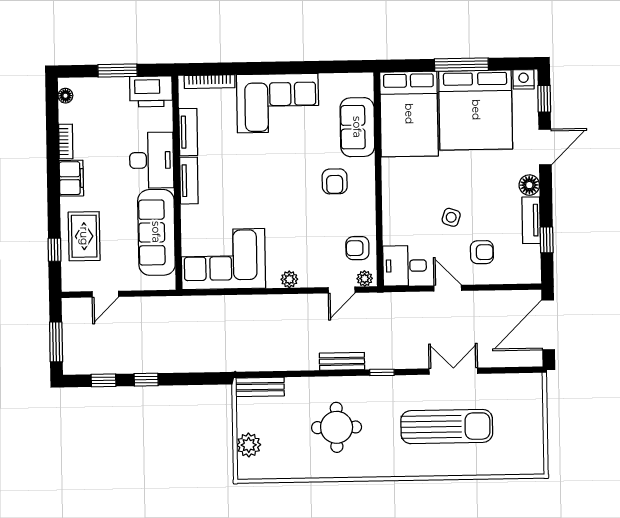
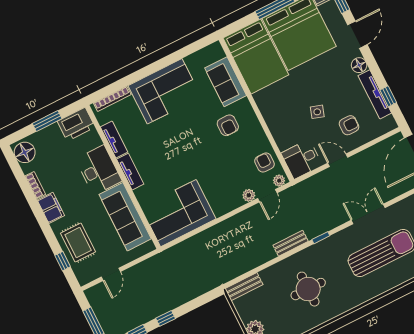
floor lamp: (65, 96) -> (25, 152), width x1.89, depth x1.89
tv unit: (531, 220) -> (375, 94), width x1.41
armchair: (357, 248) -> (264, 163), turned 90
plant: (289, 279) -> (249, 195), moved

